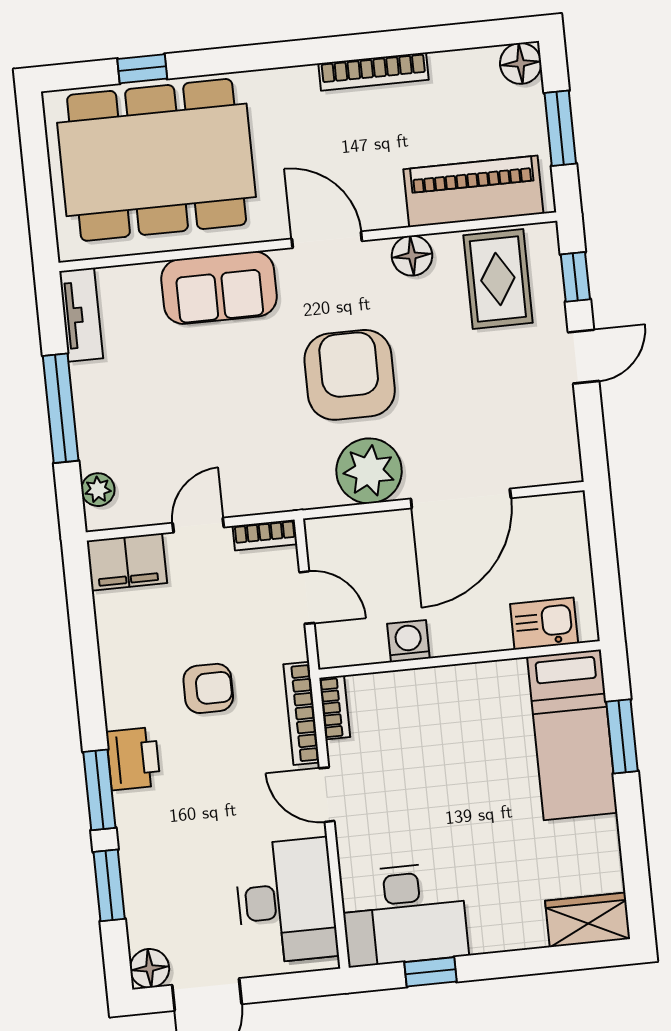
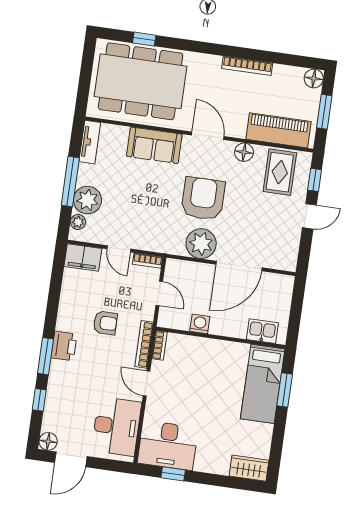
plant: (107, 438) -> (87, 200), added
door: (198, 525) -> (119, 249), swing flipped
window: (109, 885) -> (39, 400), width x0.67

